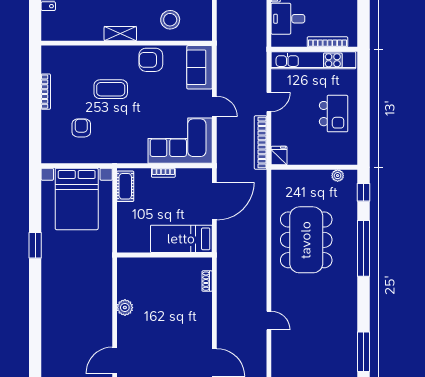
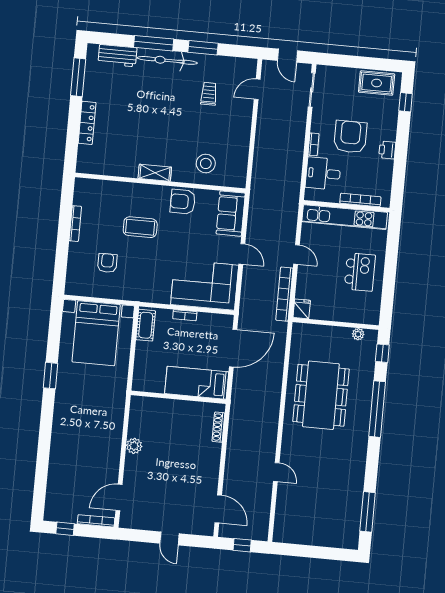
door: (269, 102) -> (296, 254), hinge flipped
shoe rack: (207, 281) -> (218, 427), width x1.43

